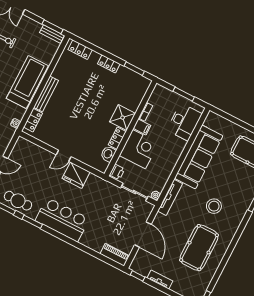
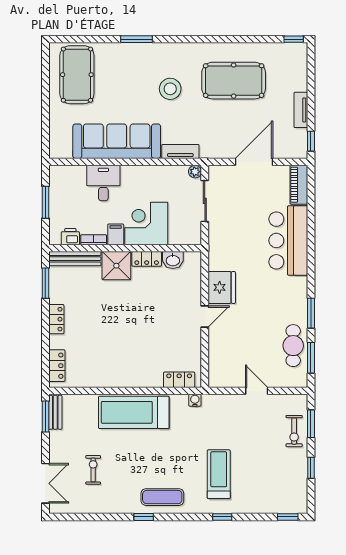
bench: (46, 94) -> (75, 259), moved
desk: (184, 122) -> (103, 183), moved, width x0.73
door: (64, 156) -> (205, 316), hinge flipped
printer: (117, 172) -> (70, 237), moved
tv unit: (170, 197) -> (180, 151), width x0.71
bar counter: (62, 220) -> (288, 240), moved

